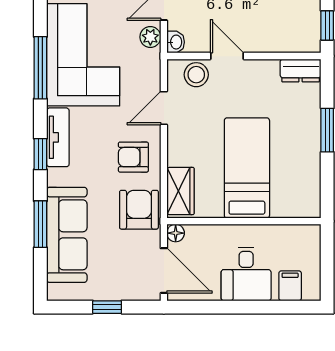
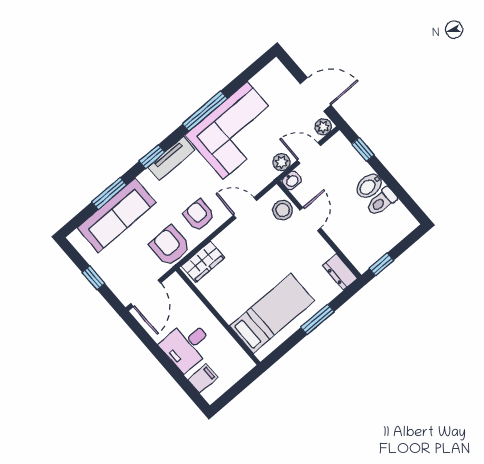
bed: (247, 168) -> (272, 313), moved
armchair: (139, 210) -> (170, 246), turned -90
floor lamp: (176, 233) -> (175, 281), removed

